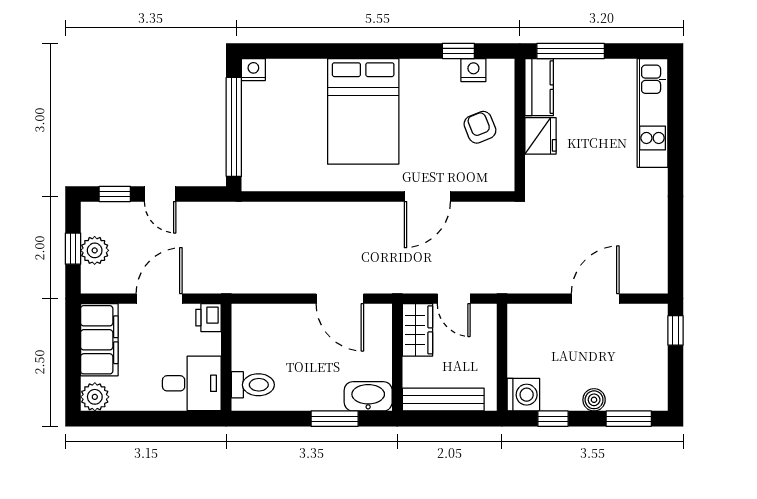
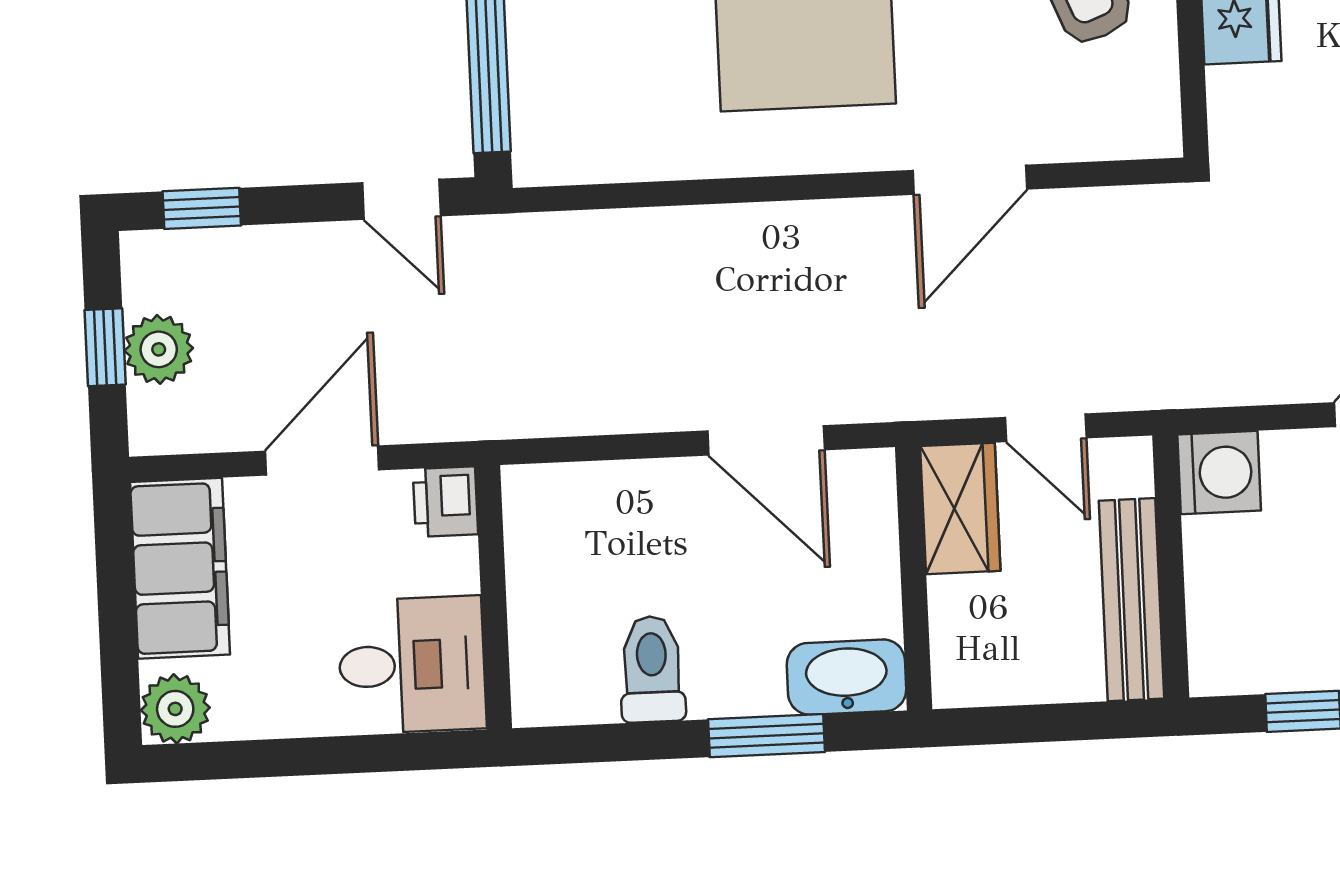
door: (160, 194) -> (401, 199), moved
toilet: (253, 385) -> (652, 669), moved, turned -90
washing machine: (523, 395) -> (1219, 472), moved
bench: (443, 400) -> (1131, 600), moved, turned 90

